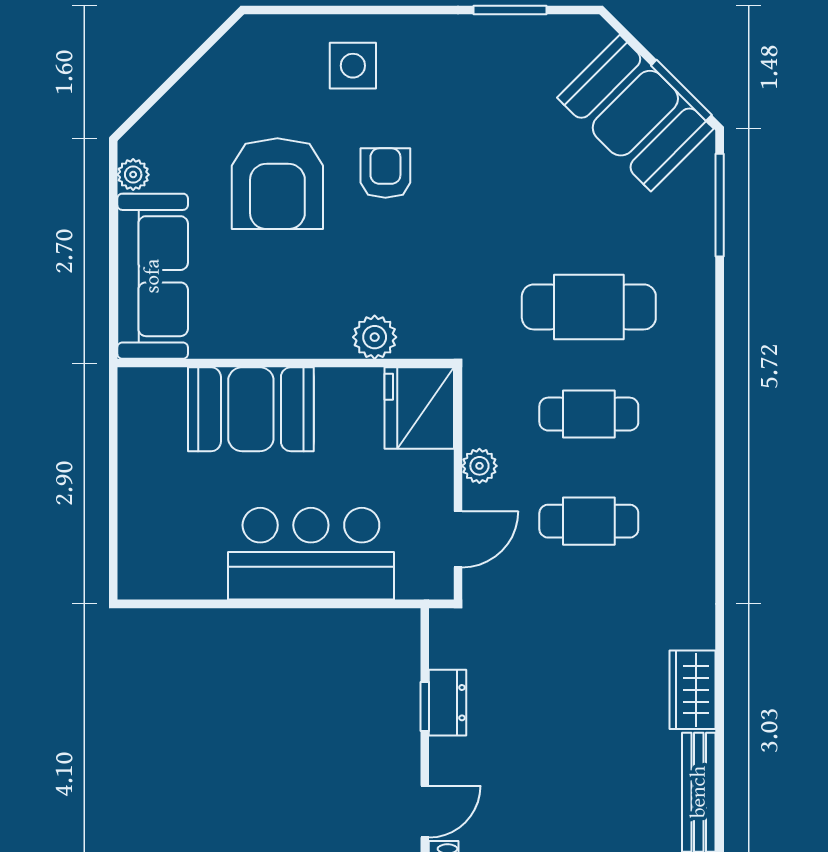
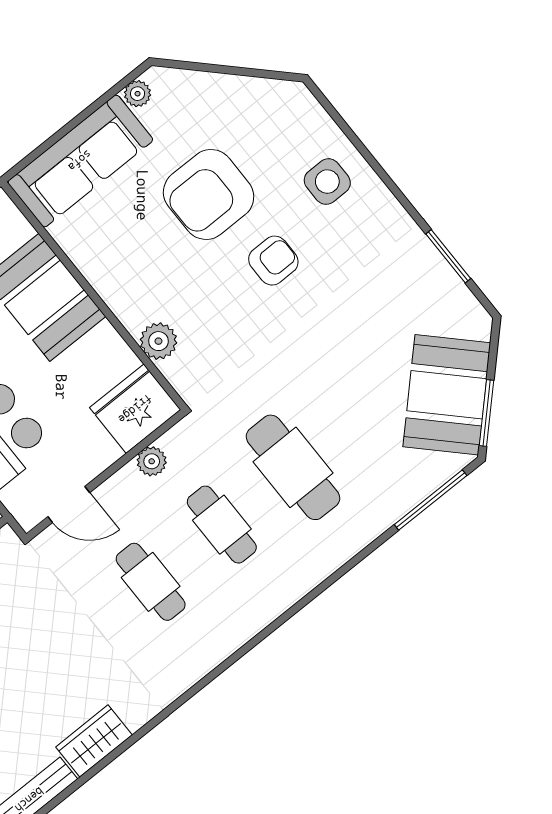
plant: (479, 466) -> (152, 461), moved

